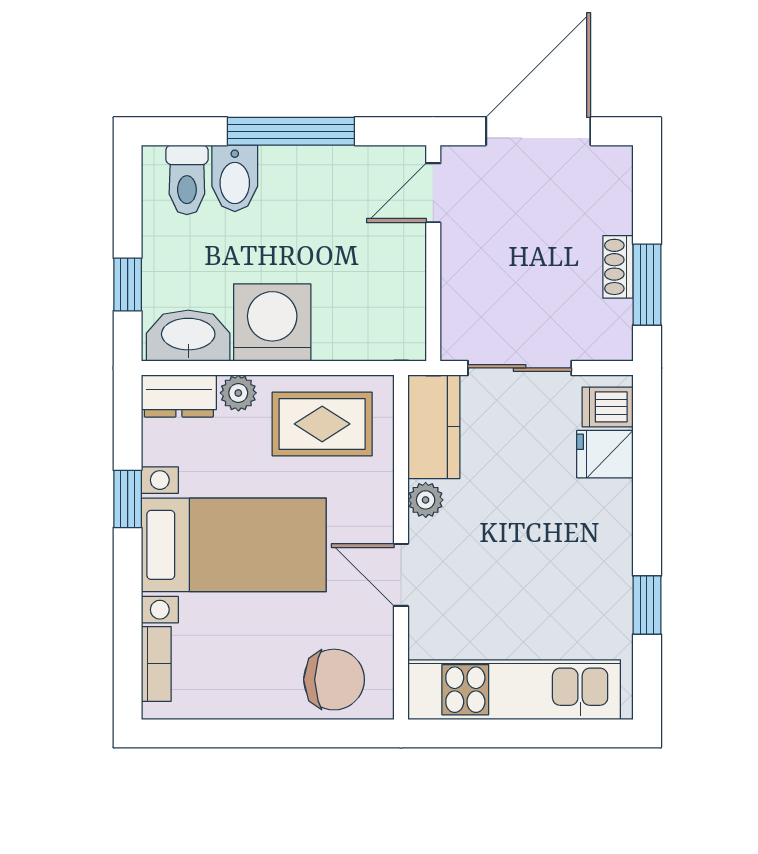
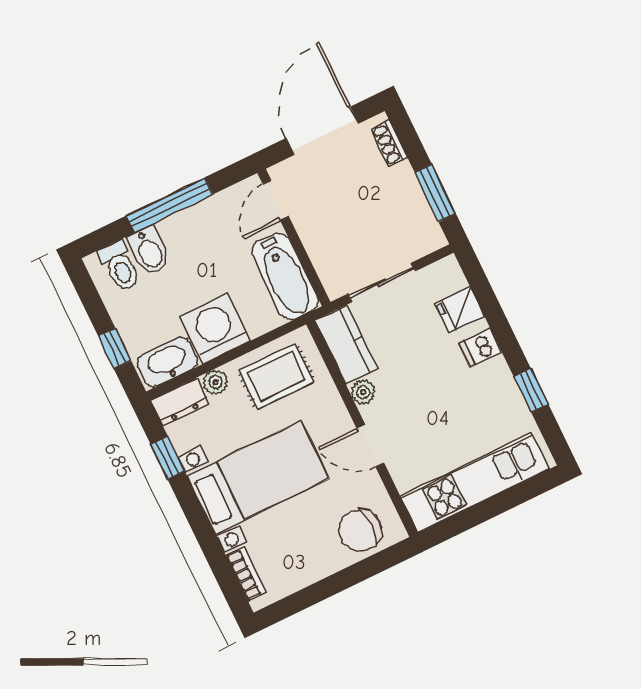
shoe rack: (618, 267) -> (389, 143), moved
bathtub: (397, 298) -> (285, 276), added
dishwasher: (608, 407) -> (480, 348), moved
window: (128, 499) -> (168, 458), moved
chair: (334, 680) -> (360, 530), turned 180

